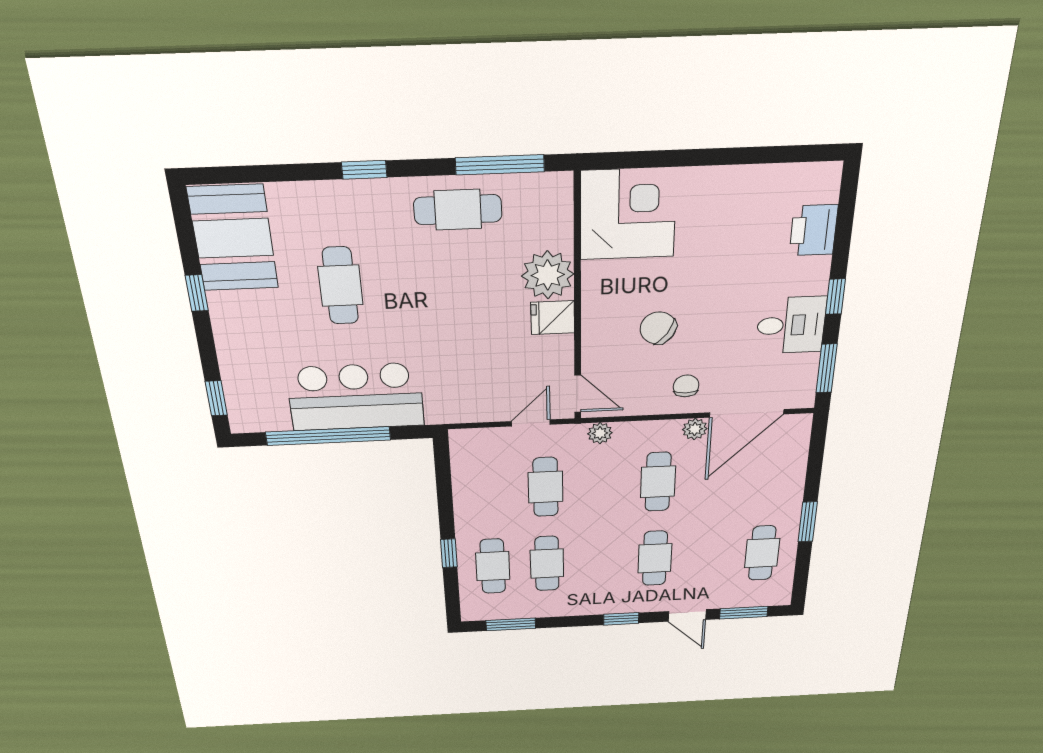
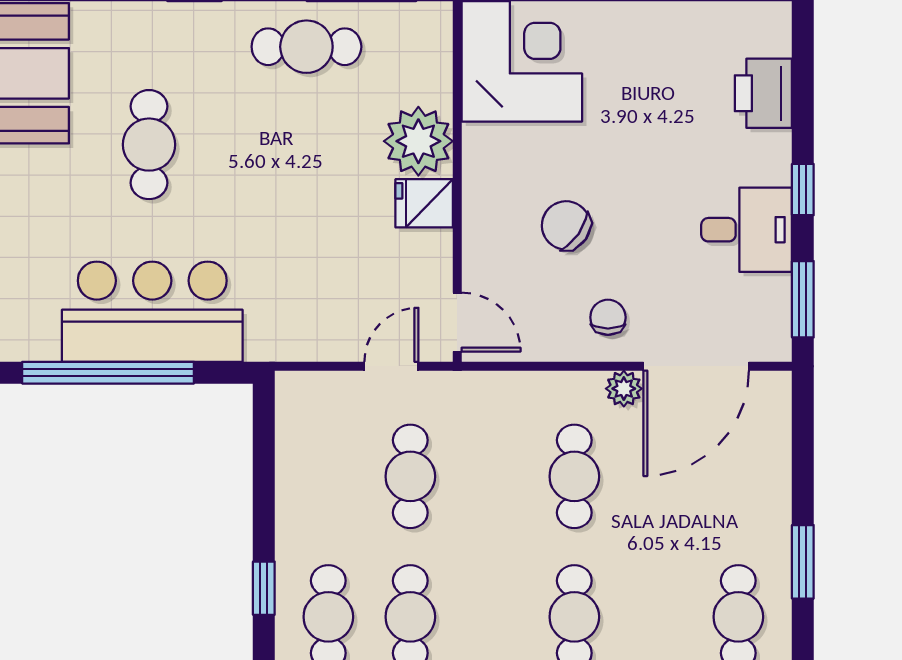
plant: (600, 433) -> (489, 388), removed

